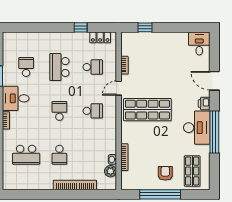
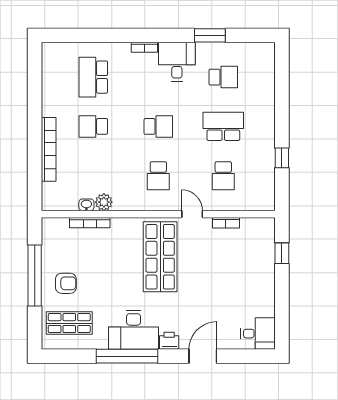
locker: (100, 37) -> (267, 187), removed
plant: (111, 171) -> (104, 202), moved

